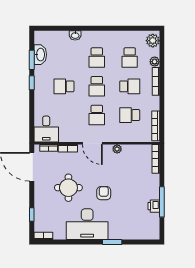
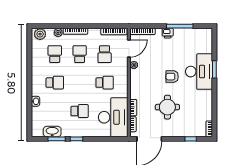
school desk: (130, 58) -> (55, 54), turned -90
school desk: (64, 86) -> (80, 111), turned -90
school desk: (97, 86) -> (80, 83), removed
desk: (46, 129) -> (113, 117), width x1.87, depth x1.30
door: (92, 143) -> (129, 48), moved
printer: (154, 206) -> (168, 33), moved
desk: (87, 224) -> (199, 72), moved

